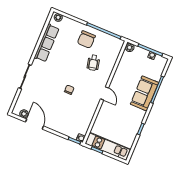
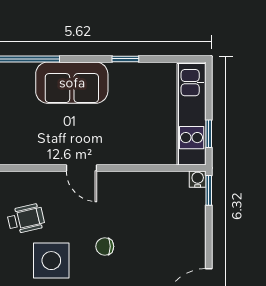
side table: (72, 66) -> (51, 261), added
door: (104, 93) -> (82, 168), swing flipped
sofa: (144, 93) -> (72, 83), moved

